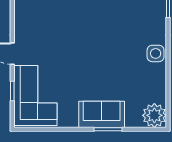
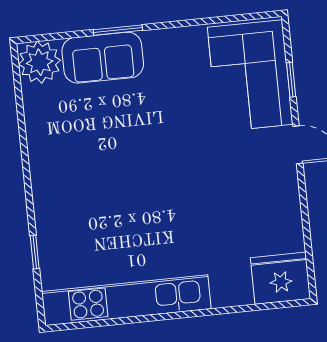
side table: (156, 53) -> (48, 170), removed
sofa: (102, 114) -> (103, 58), moved

